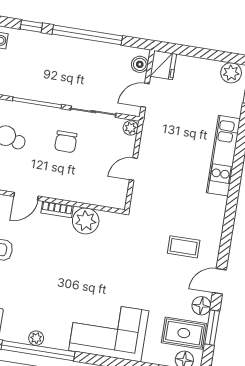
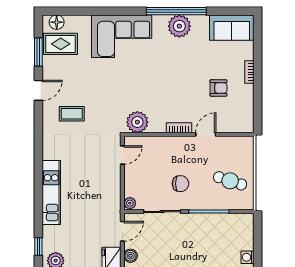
chair: (66, 142) -> (181, 184), turned 90
door: (133, 169) -> (122, 155), moved
plant: (86, 221) -> (137, 122), moved
floor lamp: (201, 306) -> (50, 68), removed
plant: (36, 338) -> (179, 26), width x1.88, depth x1.88

